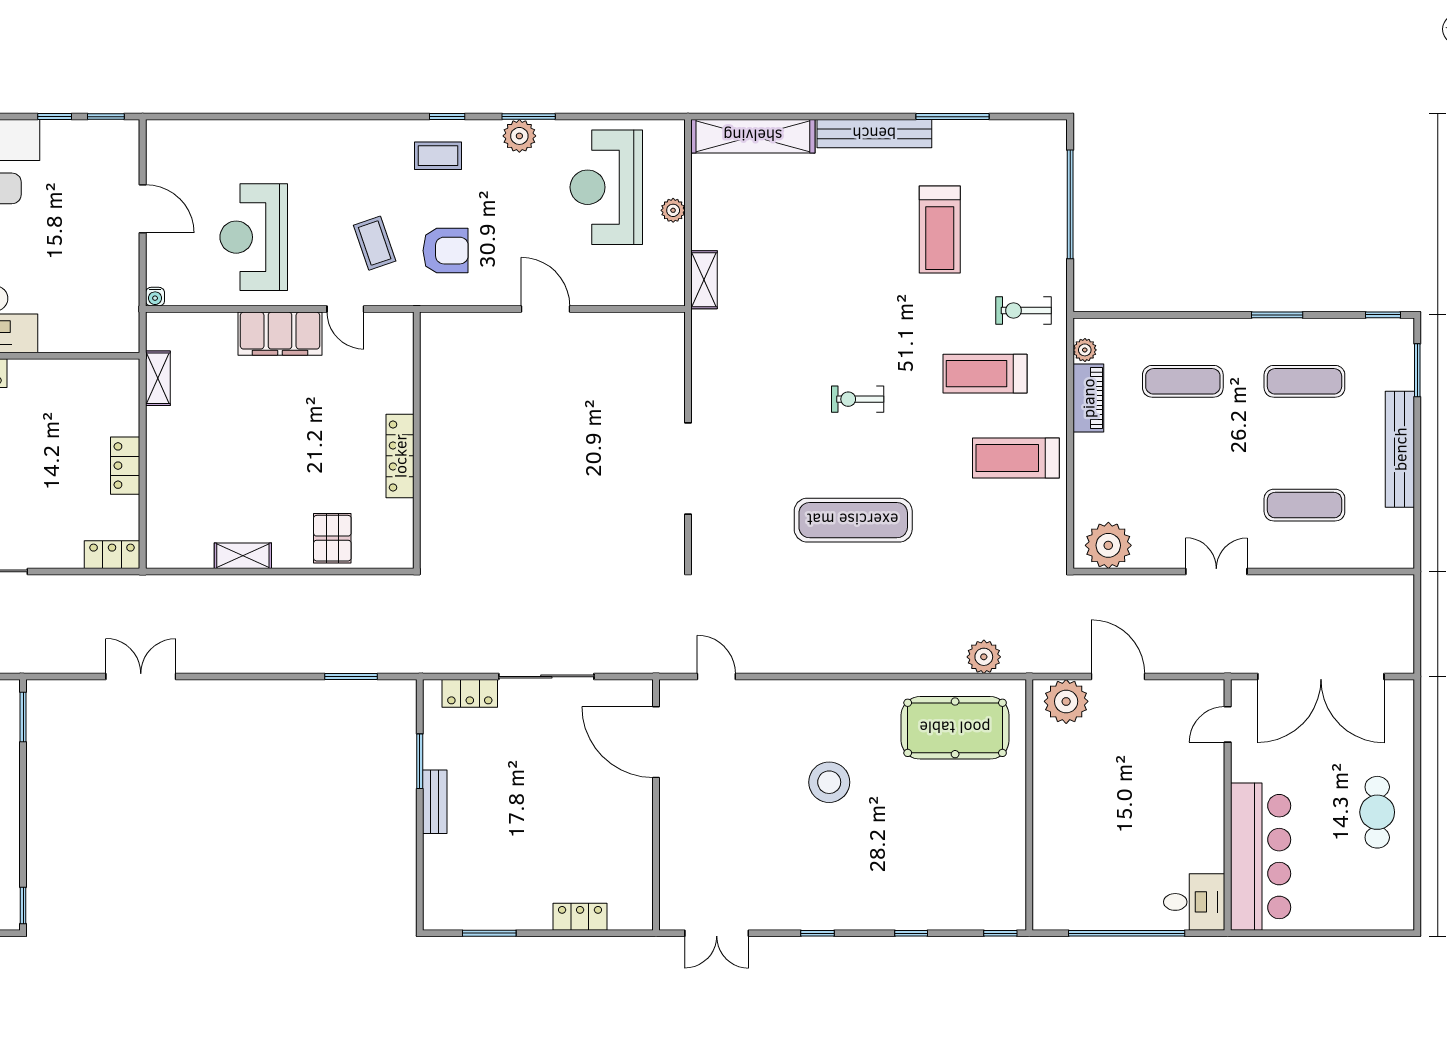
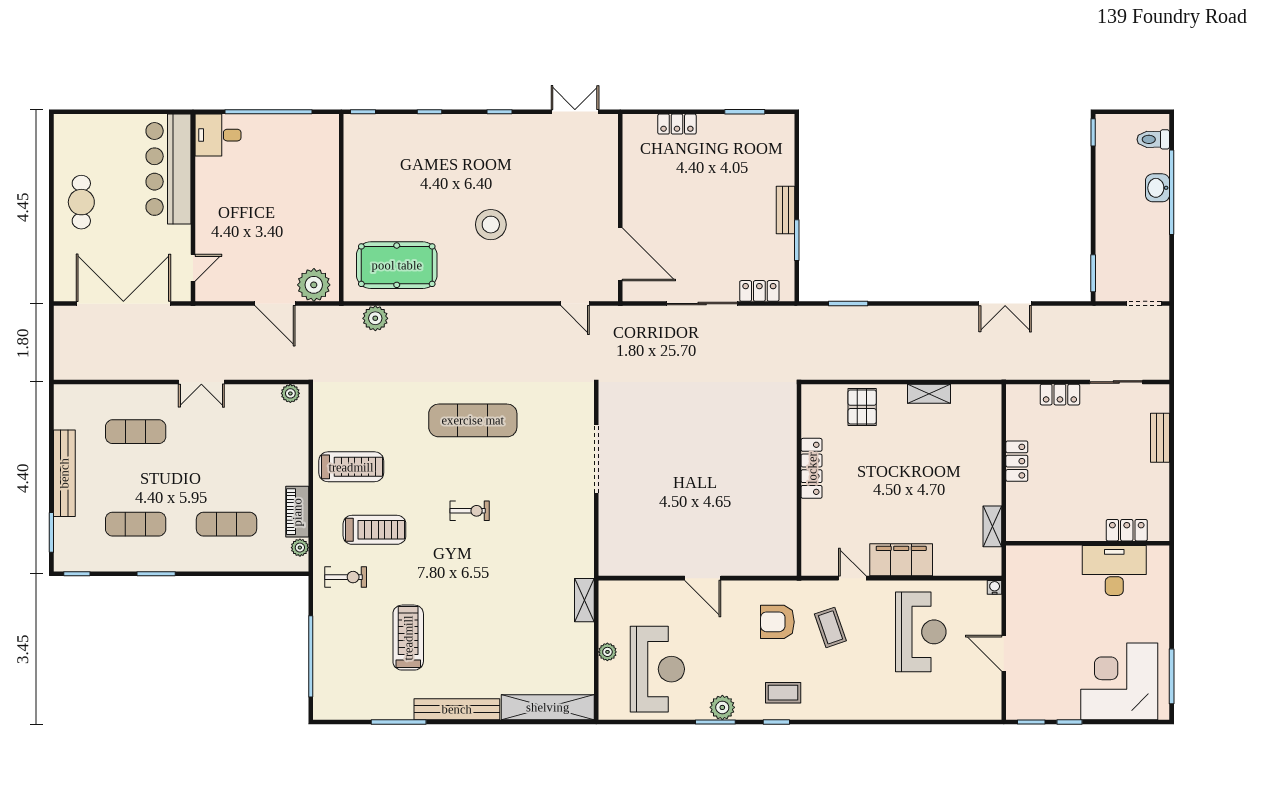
plant: (1108, 545) -> (290, 393), width x0.53, depth x0.53
locker: (112, 555) -> (1060, 395), moved

